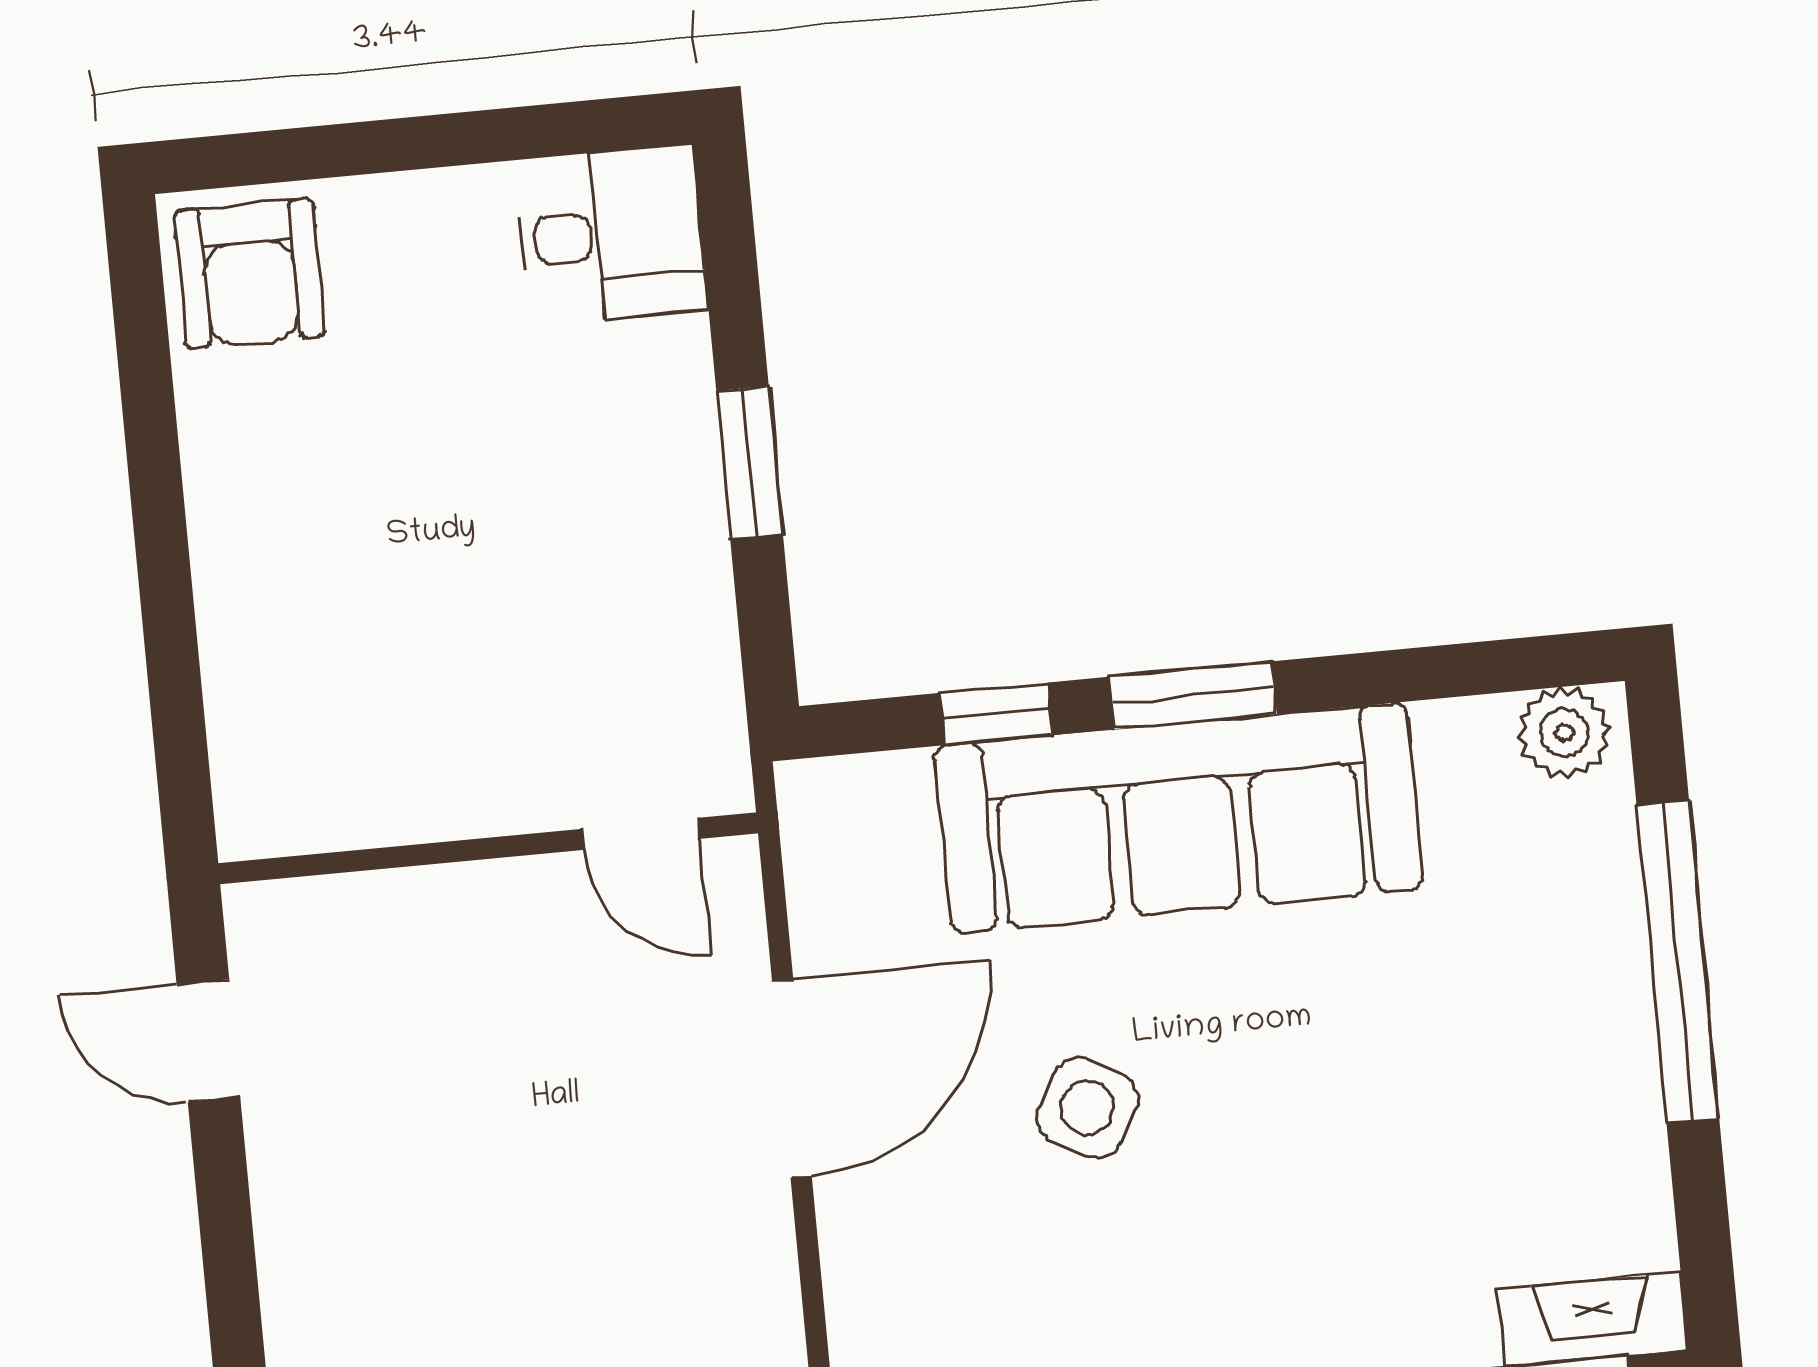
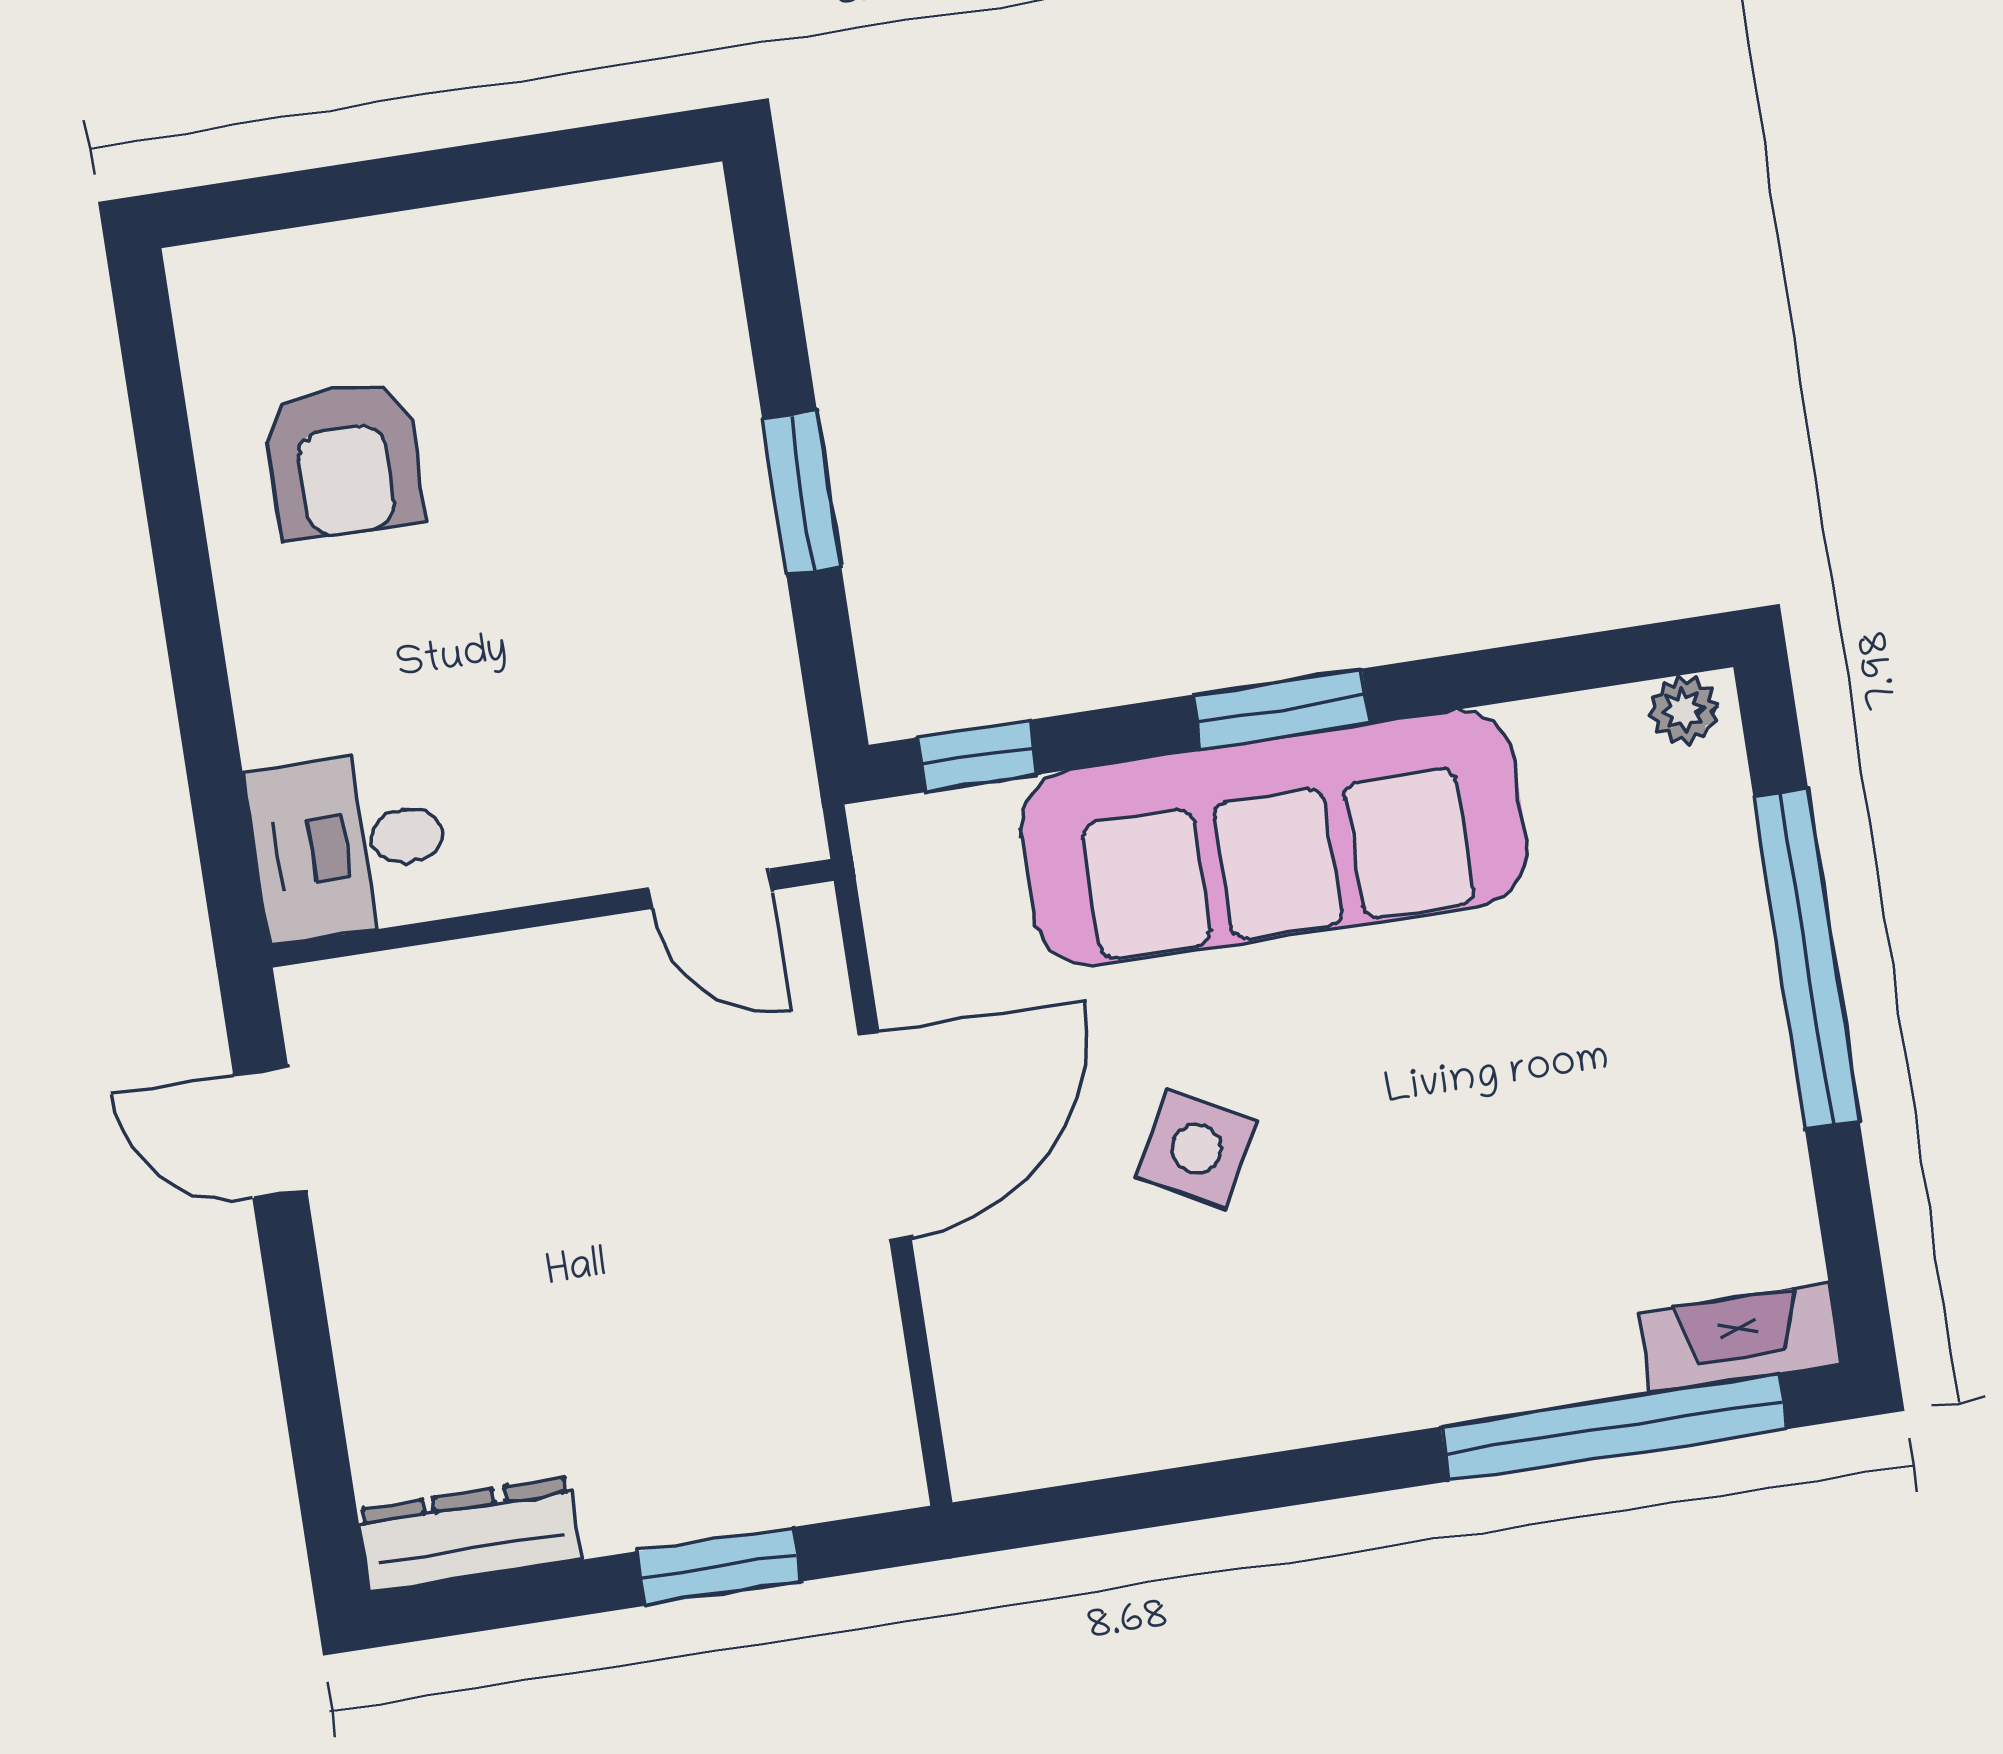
desk: (611, 235) -> (349, 845), moved, turned 180
armchair: (250, 273) -> (343, 460), moved
window: (996, 714) -> (978, 756), moved
plant: (1564, 733) -> (1684, 710), width x0.73, depth x0.73

